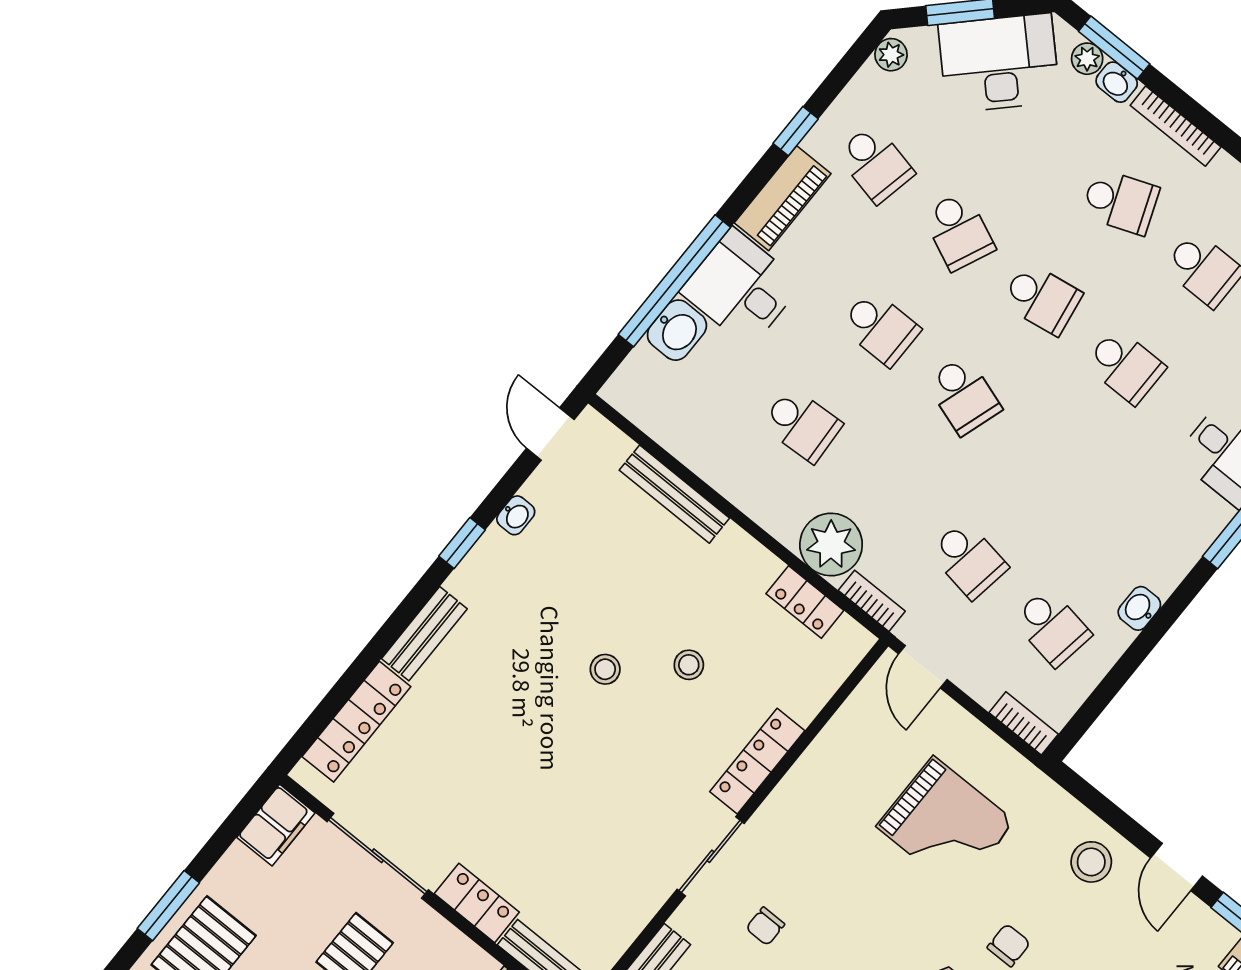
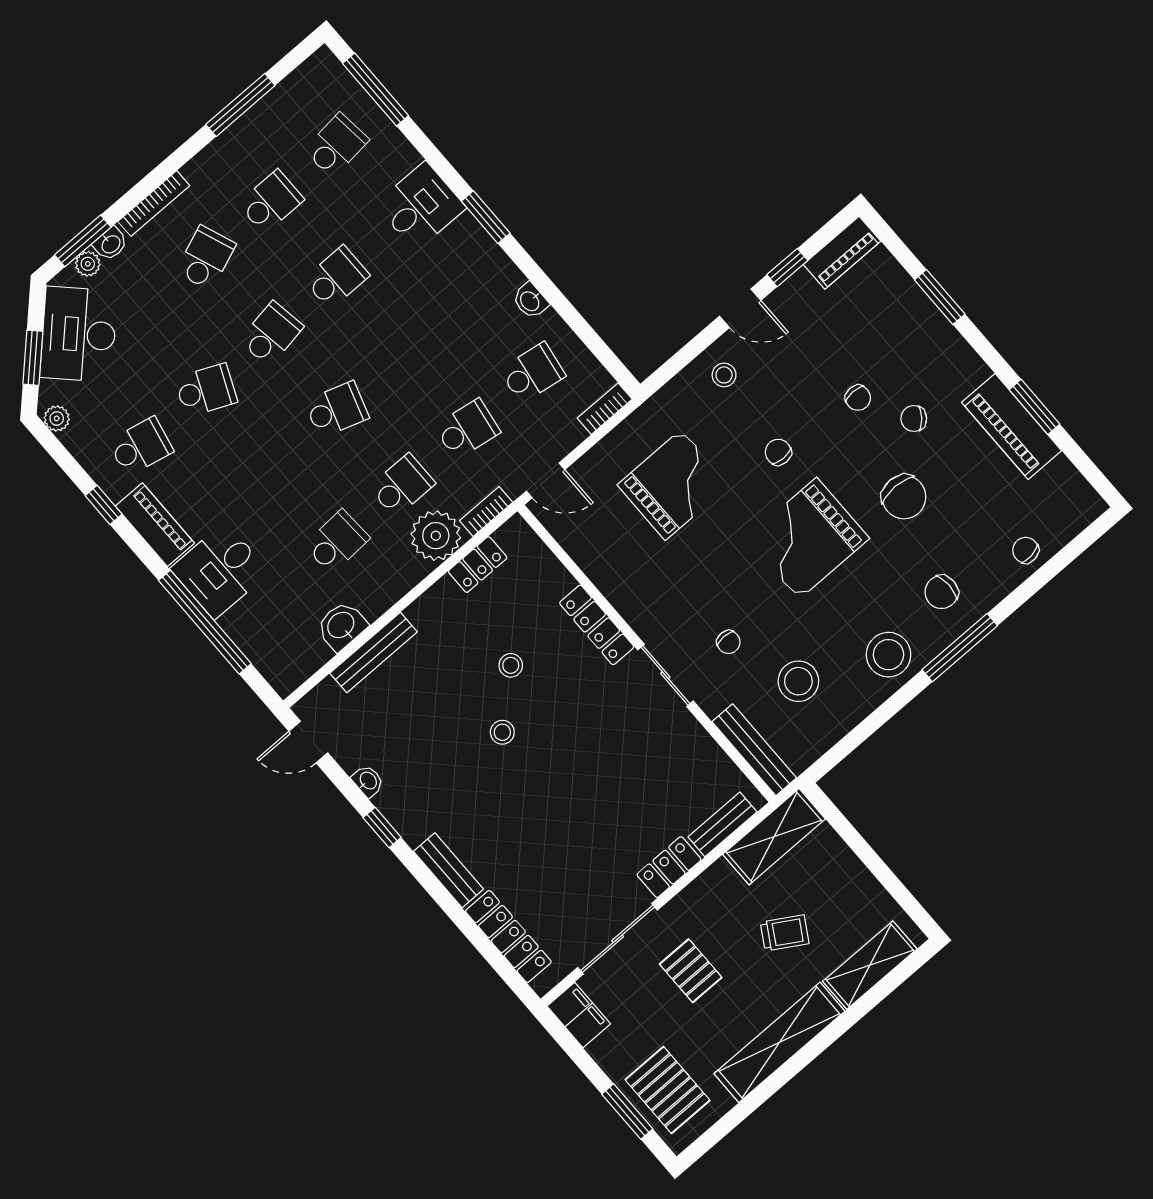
school desk: (880, 328) -> (402, 485), moved
washbasin: (677, 330) -> (341, 626), moved, turned -90
stool: (1091, 862) -> (724, 375), width x0.73, depth x0.73

